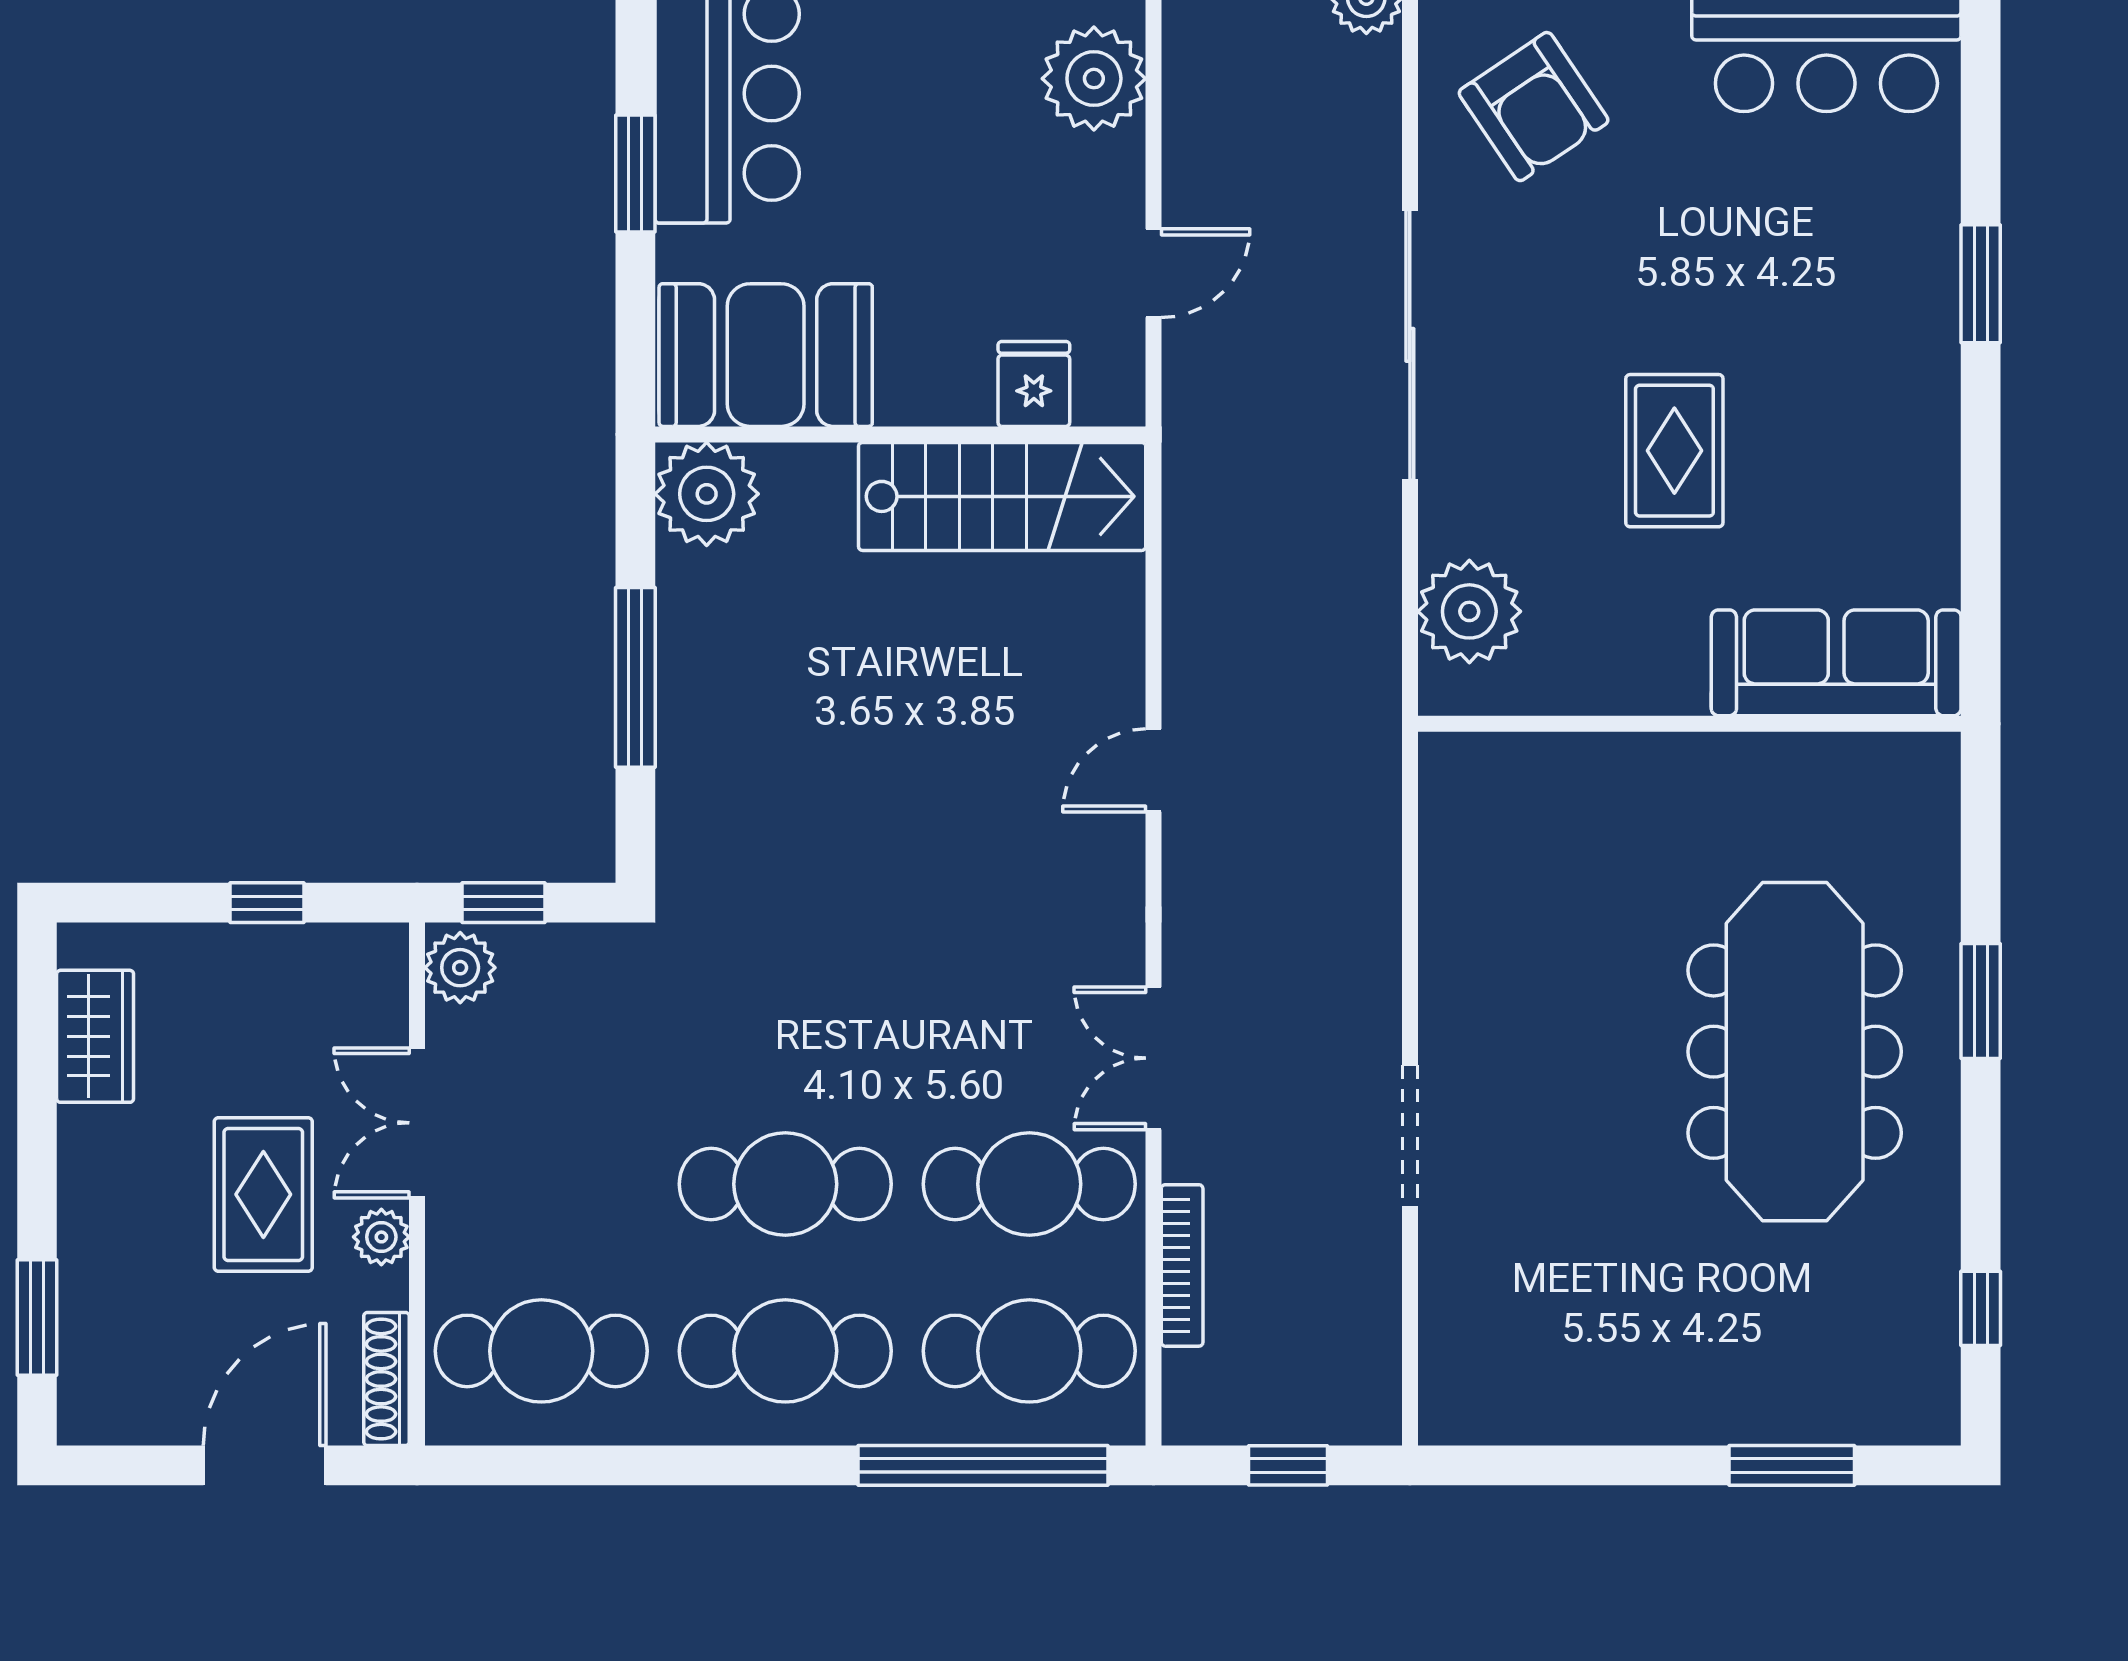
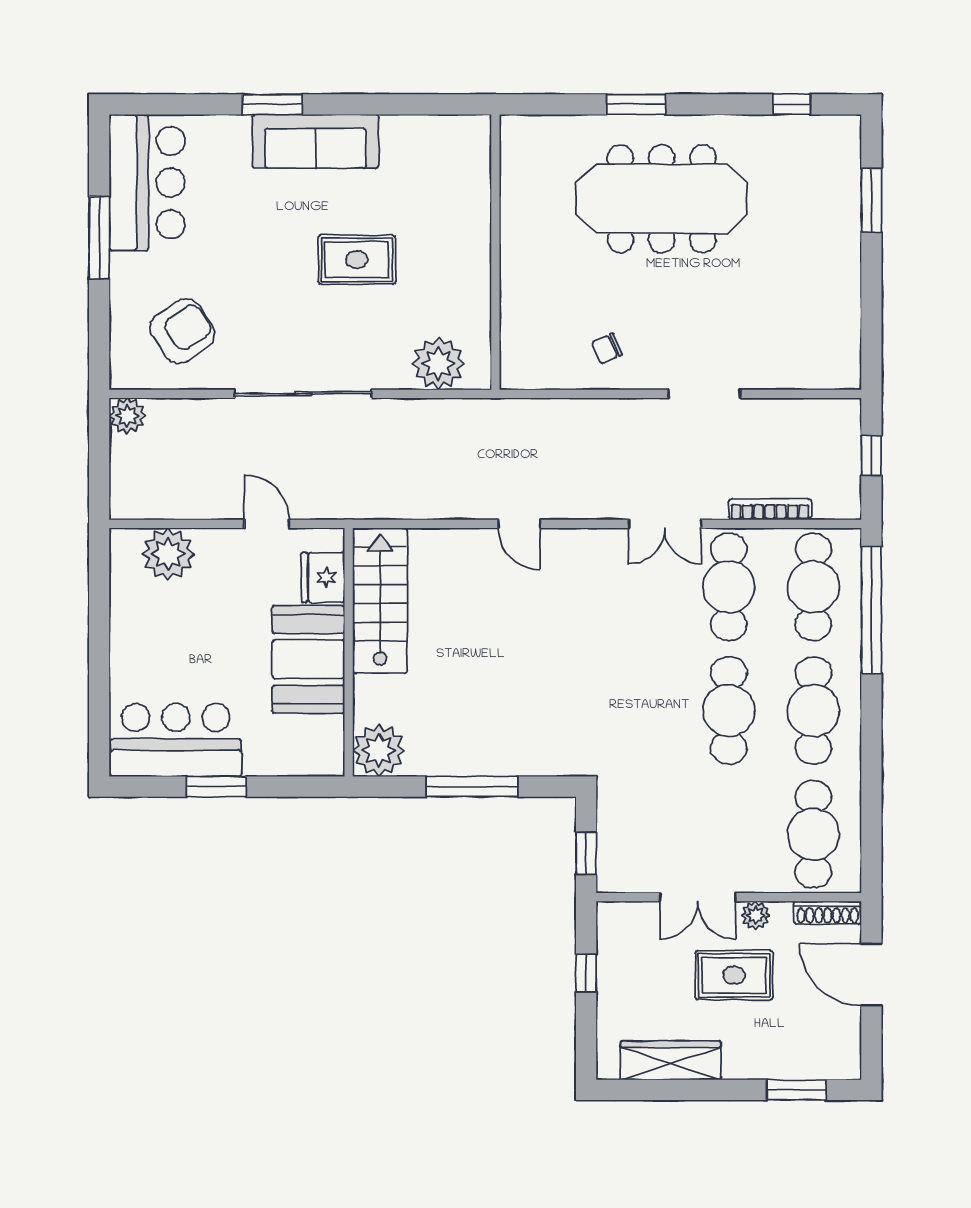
booth: (766, 355) -> (308, 659), moved
fridge: (1034, 384) -> (323, 577), width x1.38
sofa: (1836, 663) -> (315, 141), moved, turned -90
chair: (1499, 944) -> (607, 349), added
plant: (460, 968) -> (619, 875), removed
wardrobe: (95, 1036) -> (671, 1060), width x1.50

